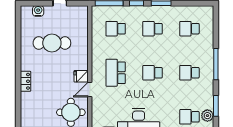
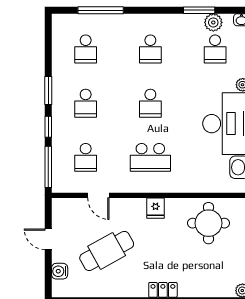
cafe table: (52, 43) -> (107, 251), turned 61
window: (216, 64) -> (101, 10), moved
door: (90, 89) -> (98, 195), moved

